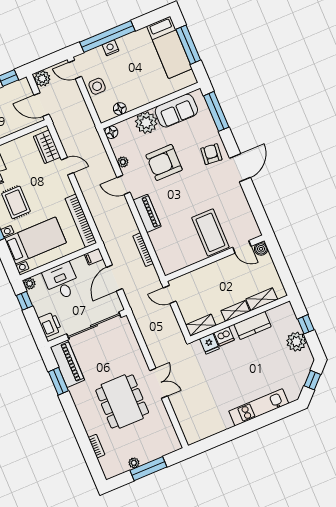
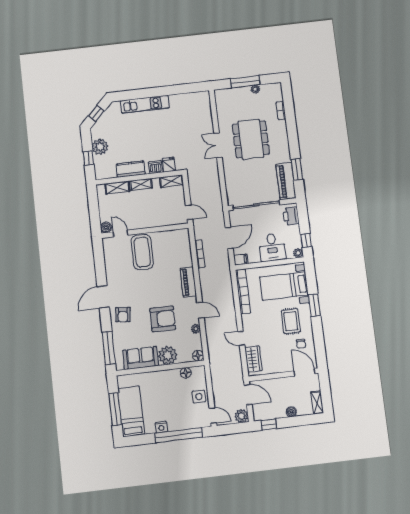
nightstand: (110, 48) -> (161, 427), moved

